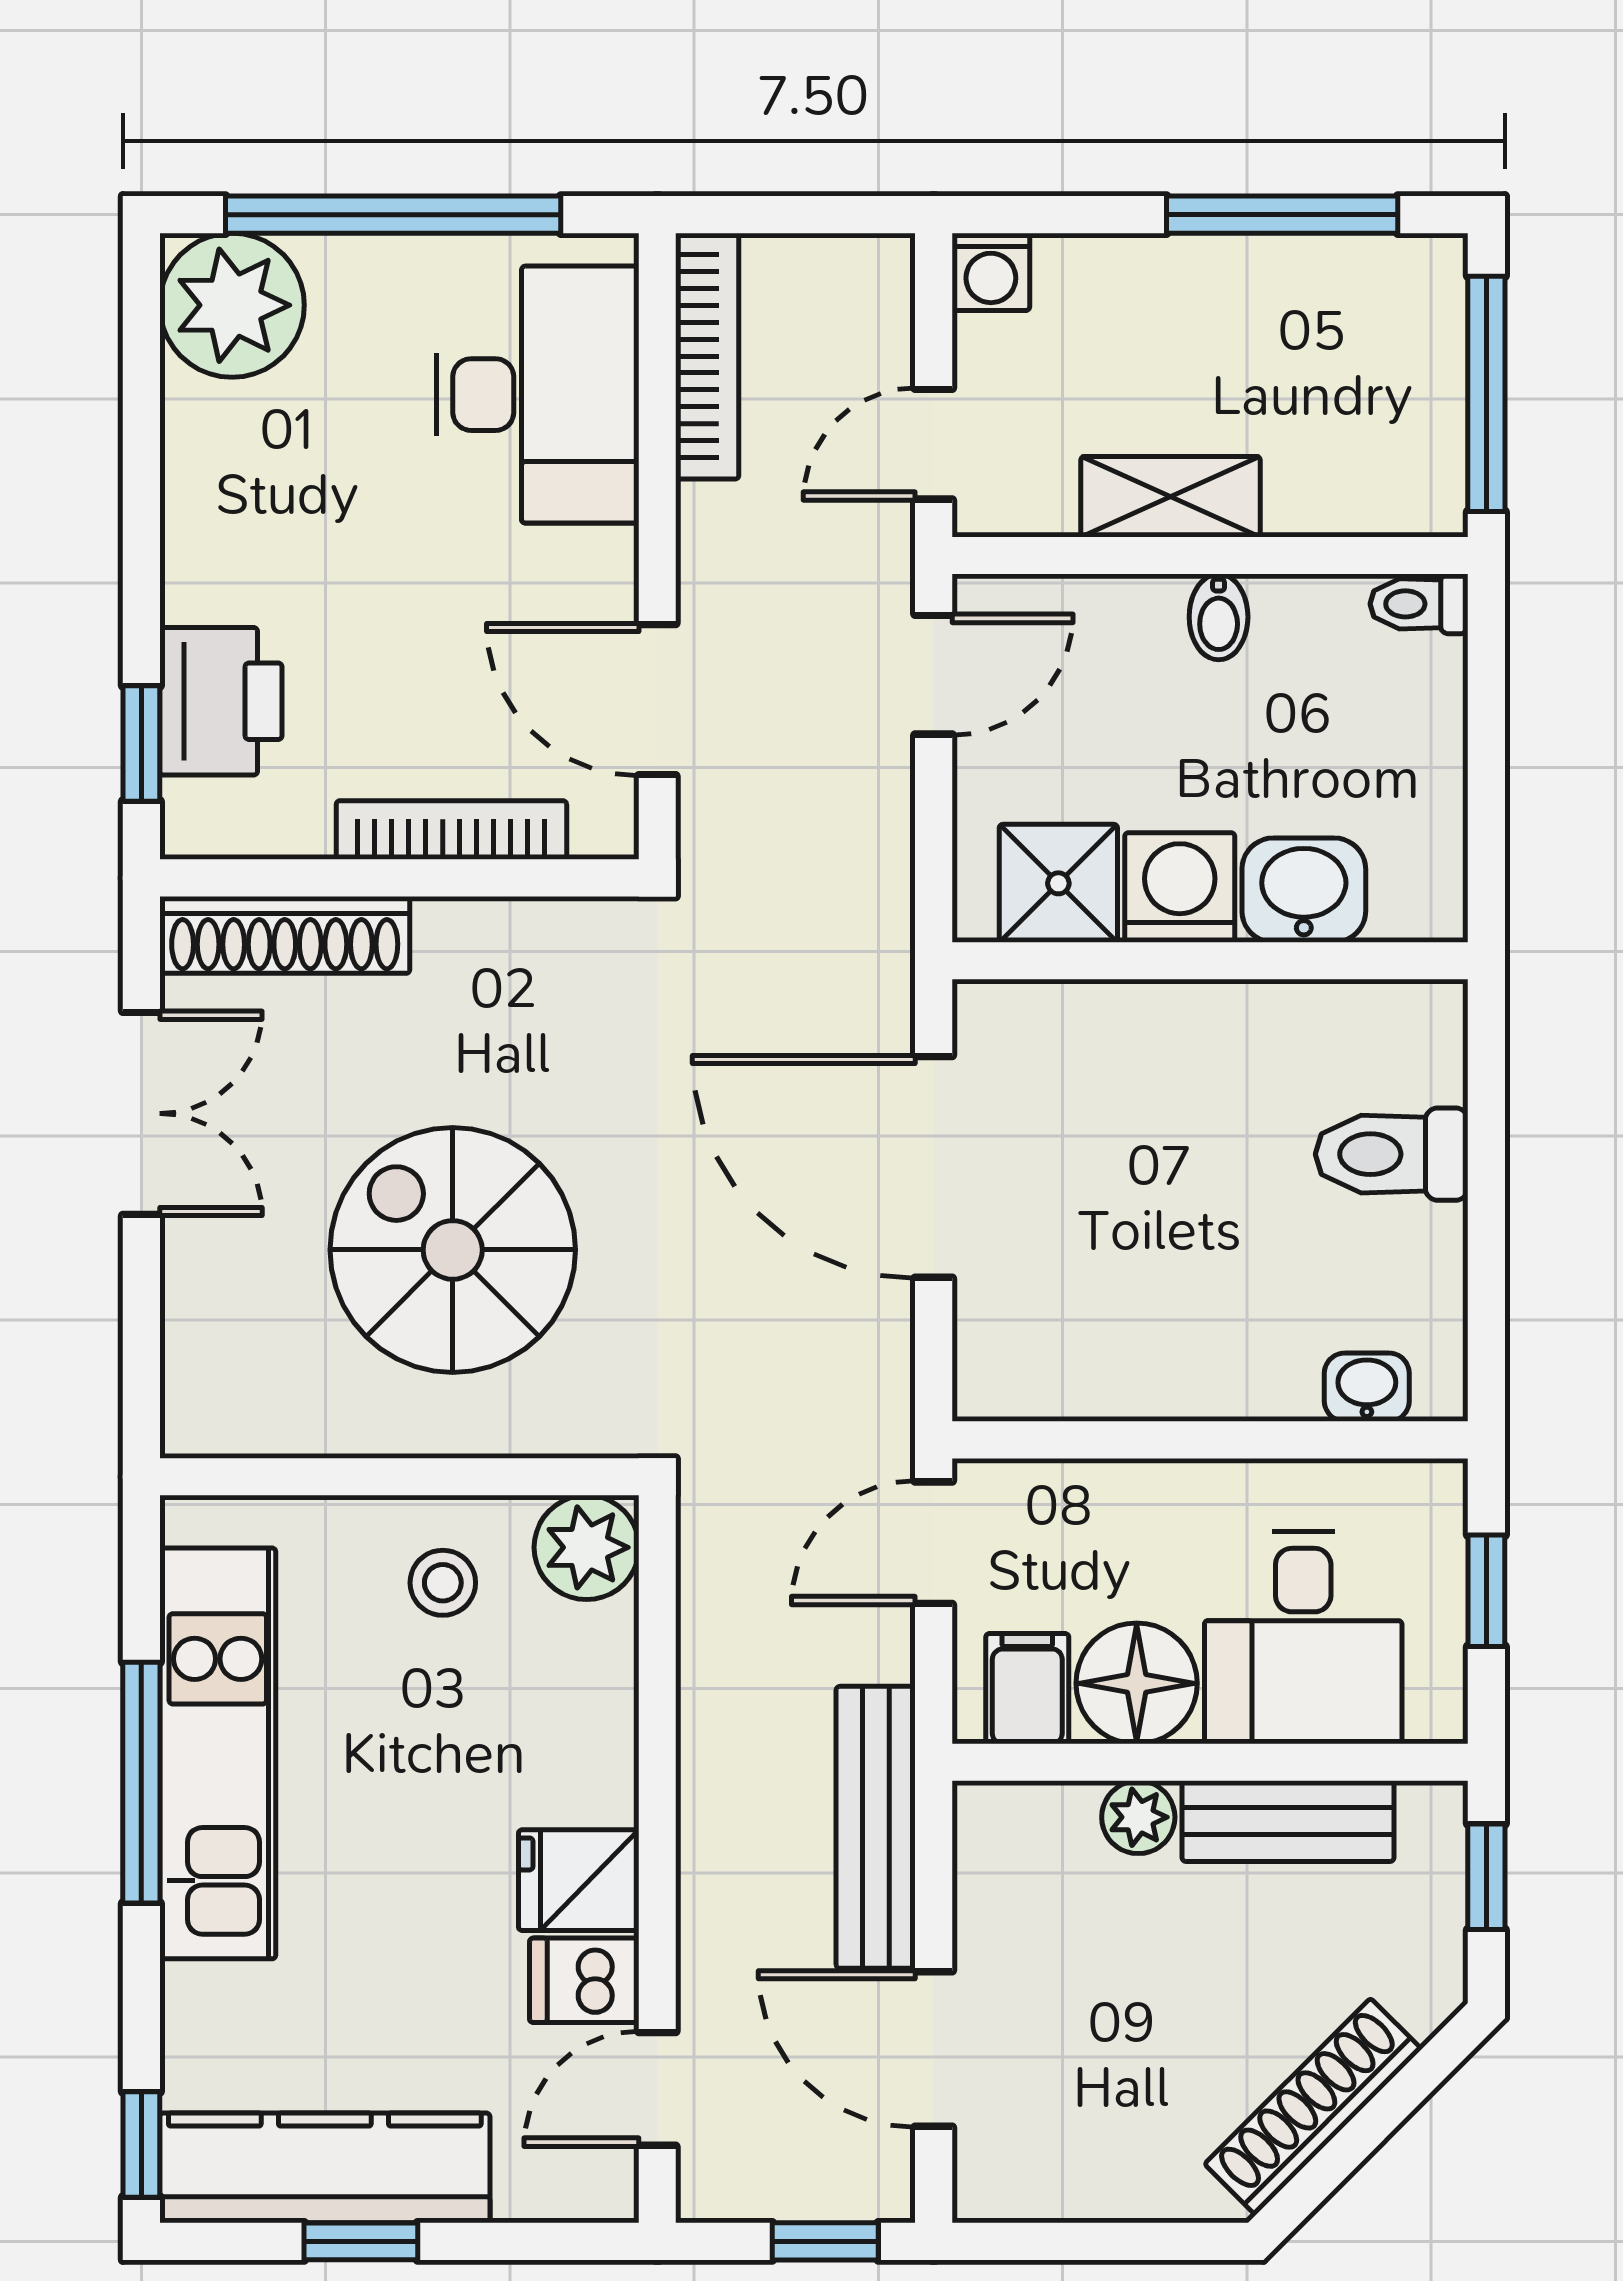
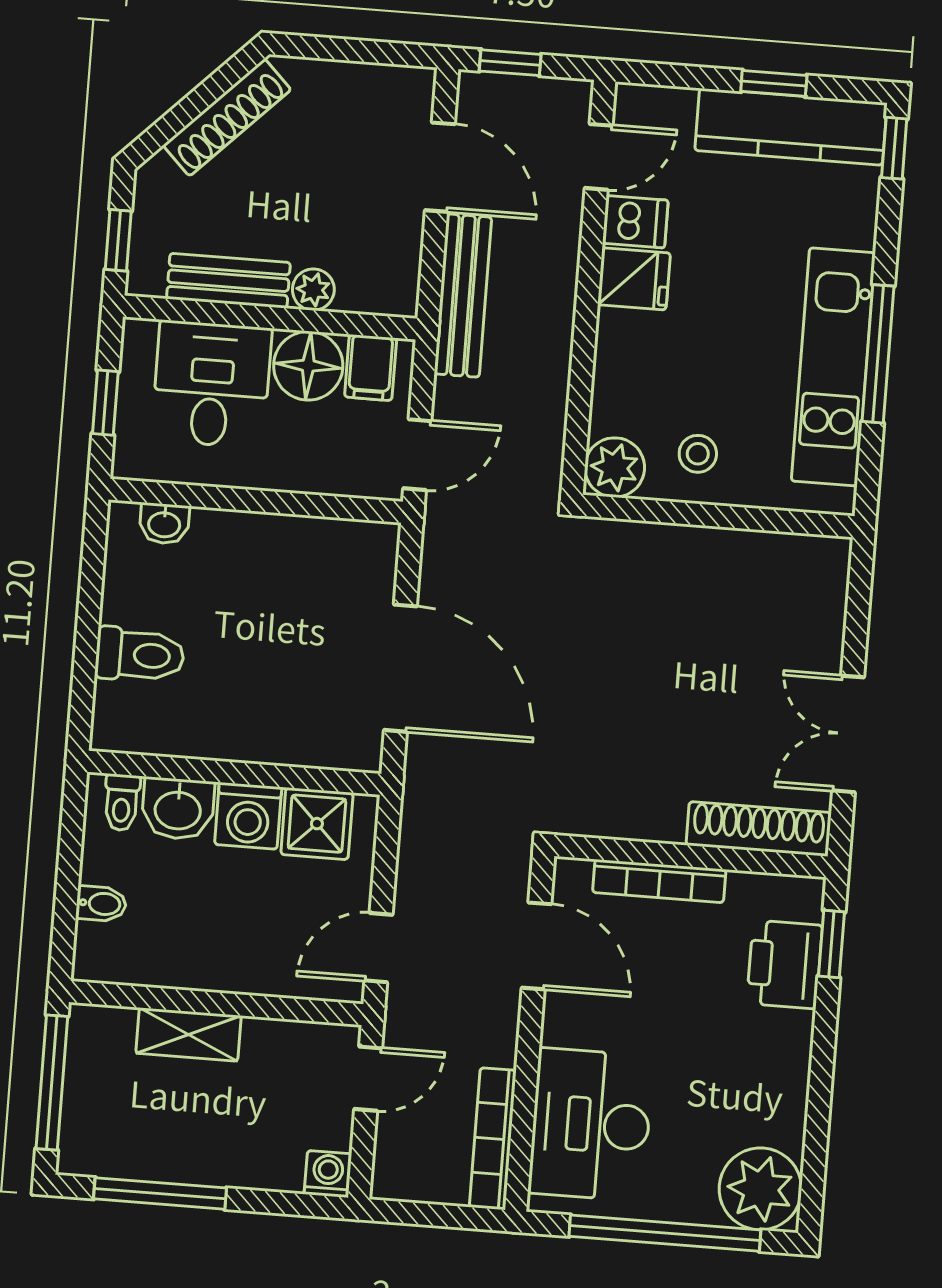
shelving: (1170, 497) -> (188, 1034), moved
toilet: (1419, 604) -> (122, 802), moved, turned 90
bidet: (1219, 617) -> (101, 904), moved, turned 90
spiral stairs: (453, 1250) -> (677, 642), removed

